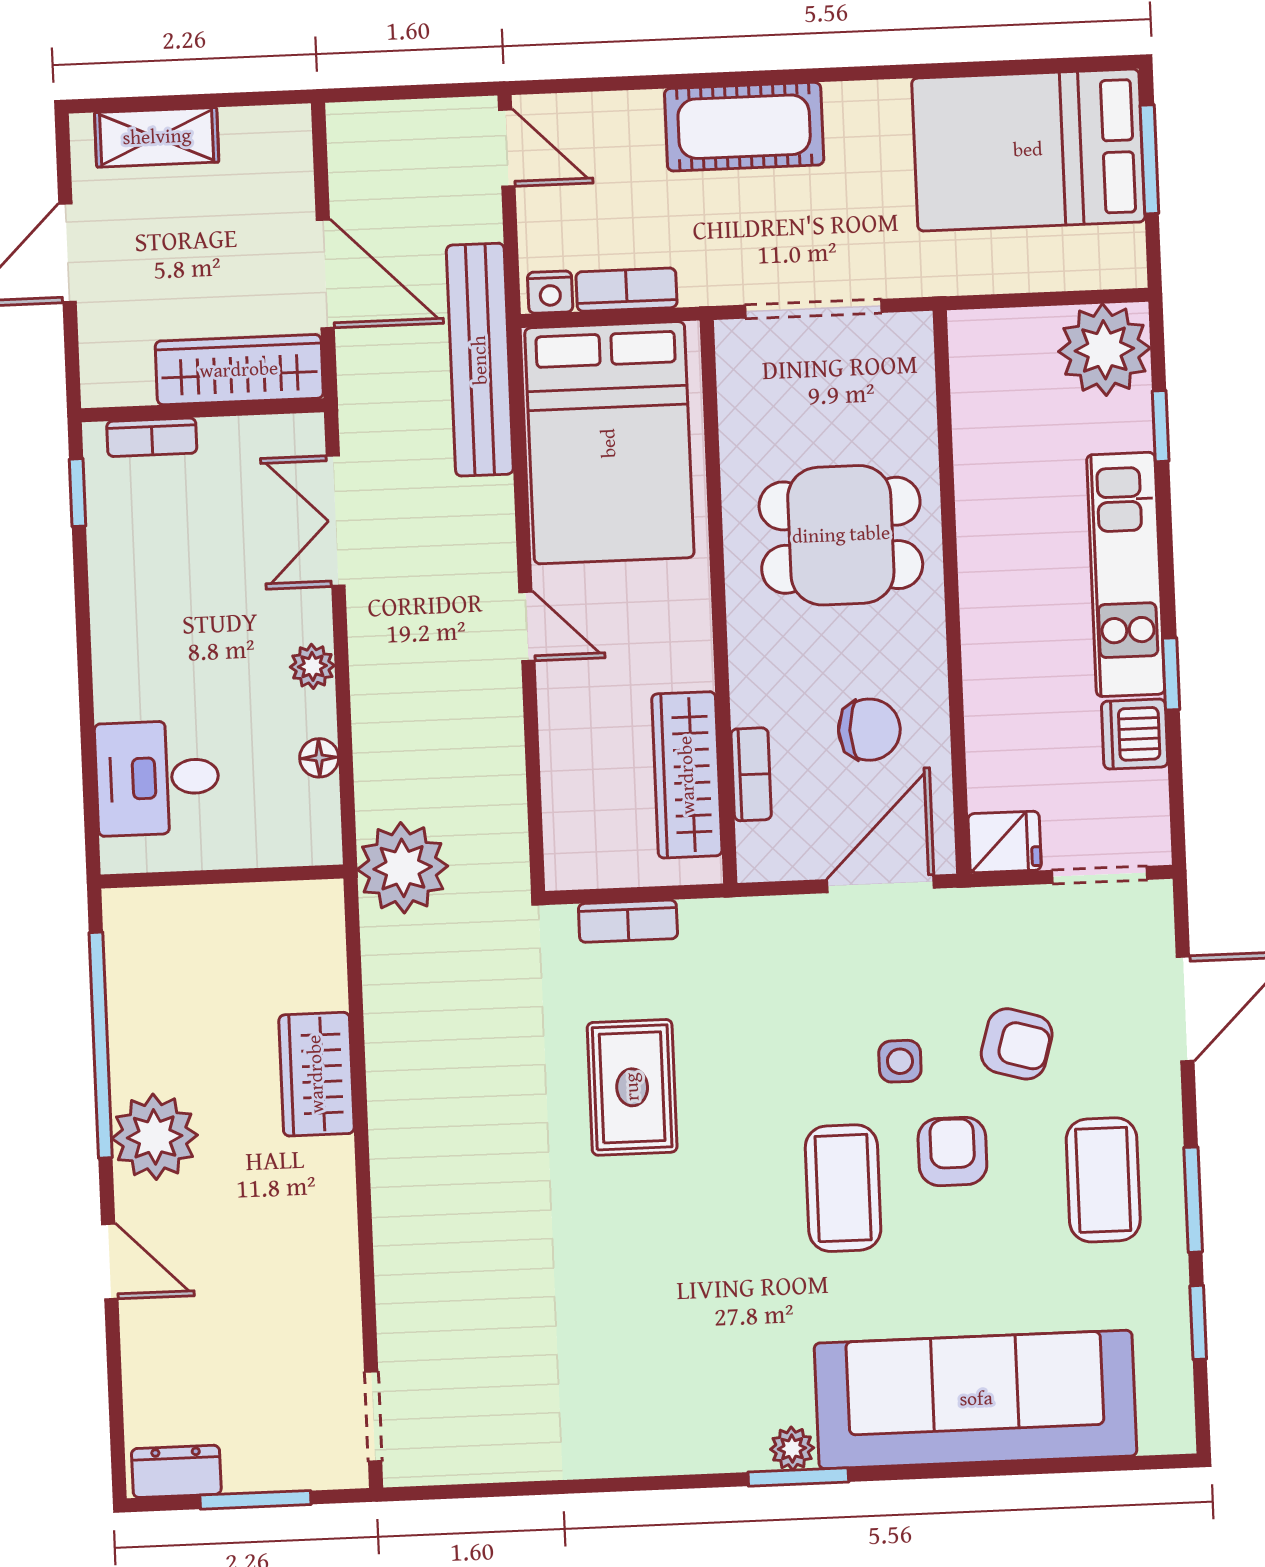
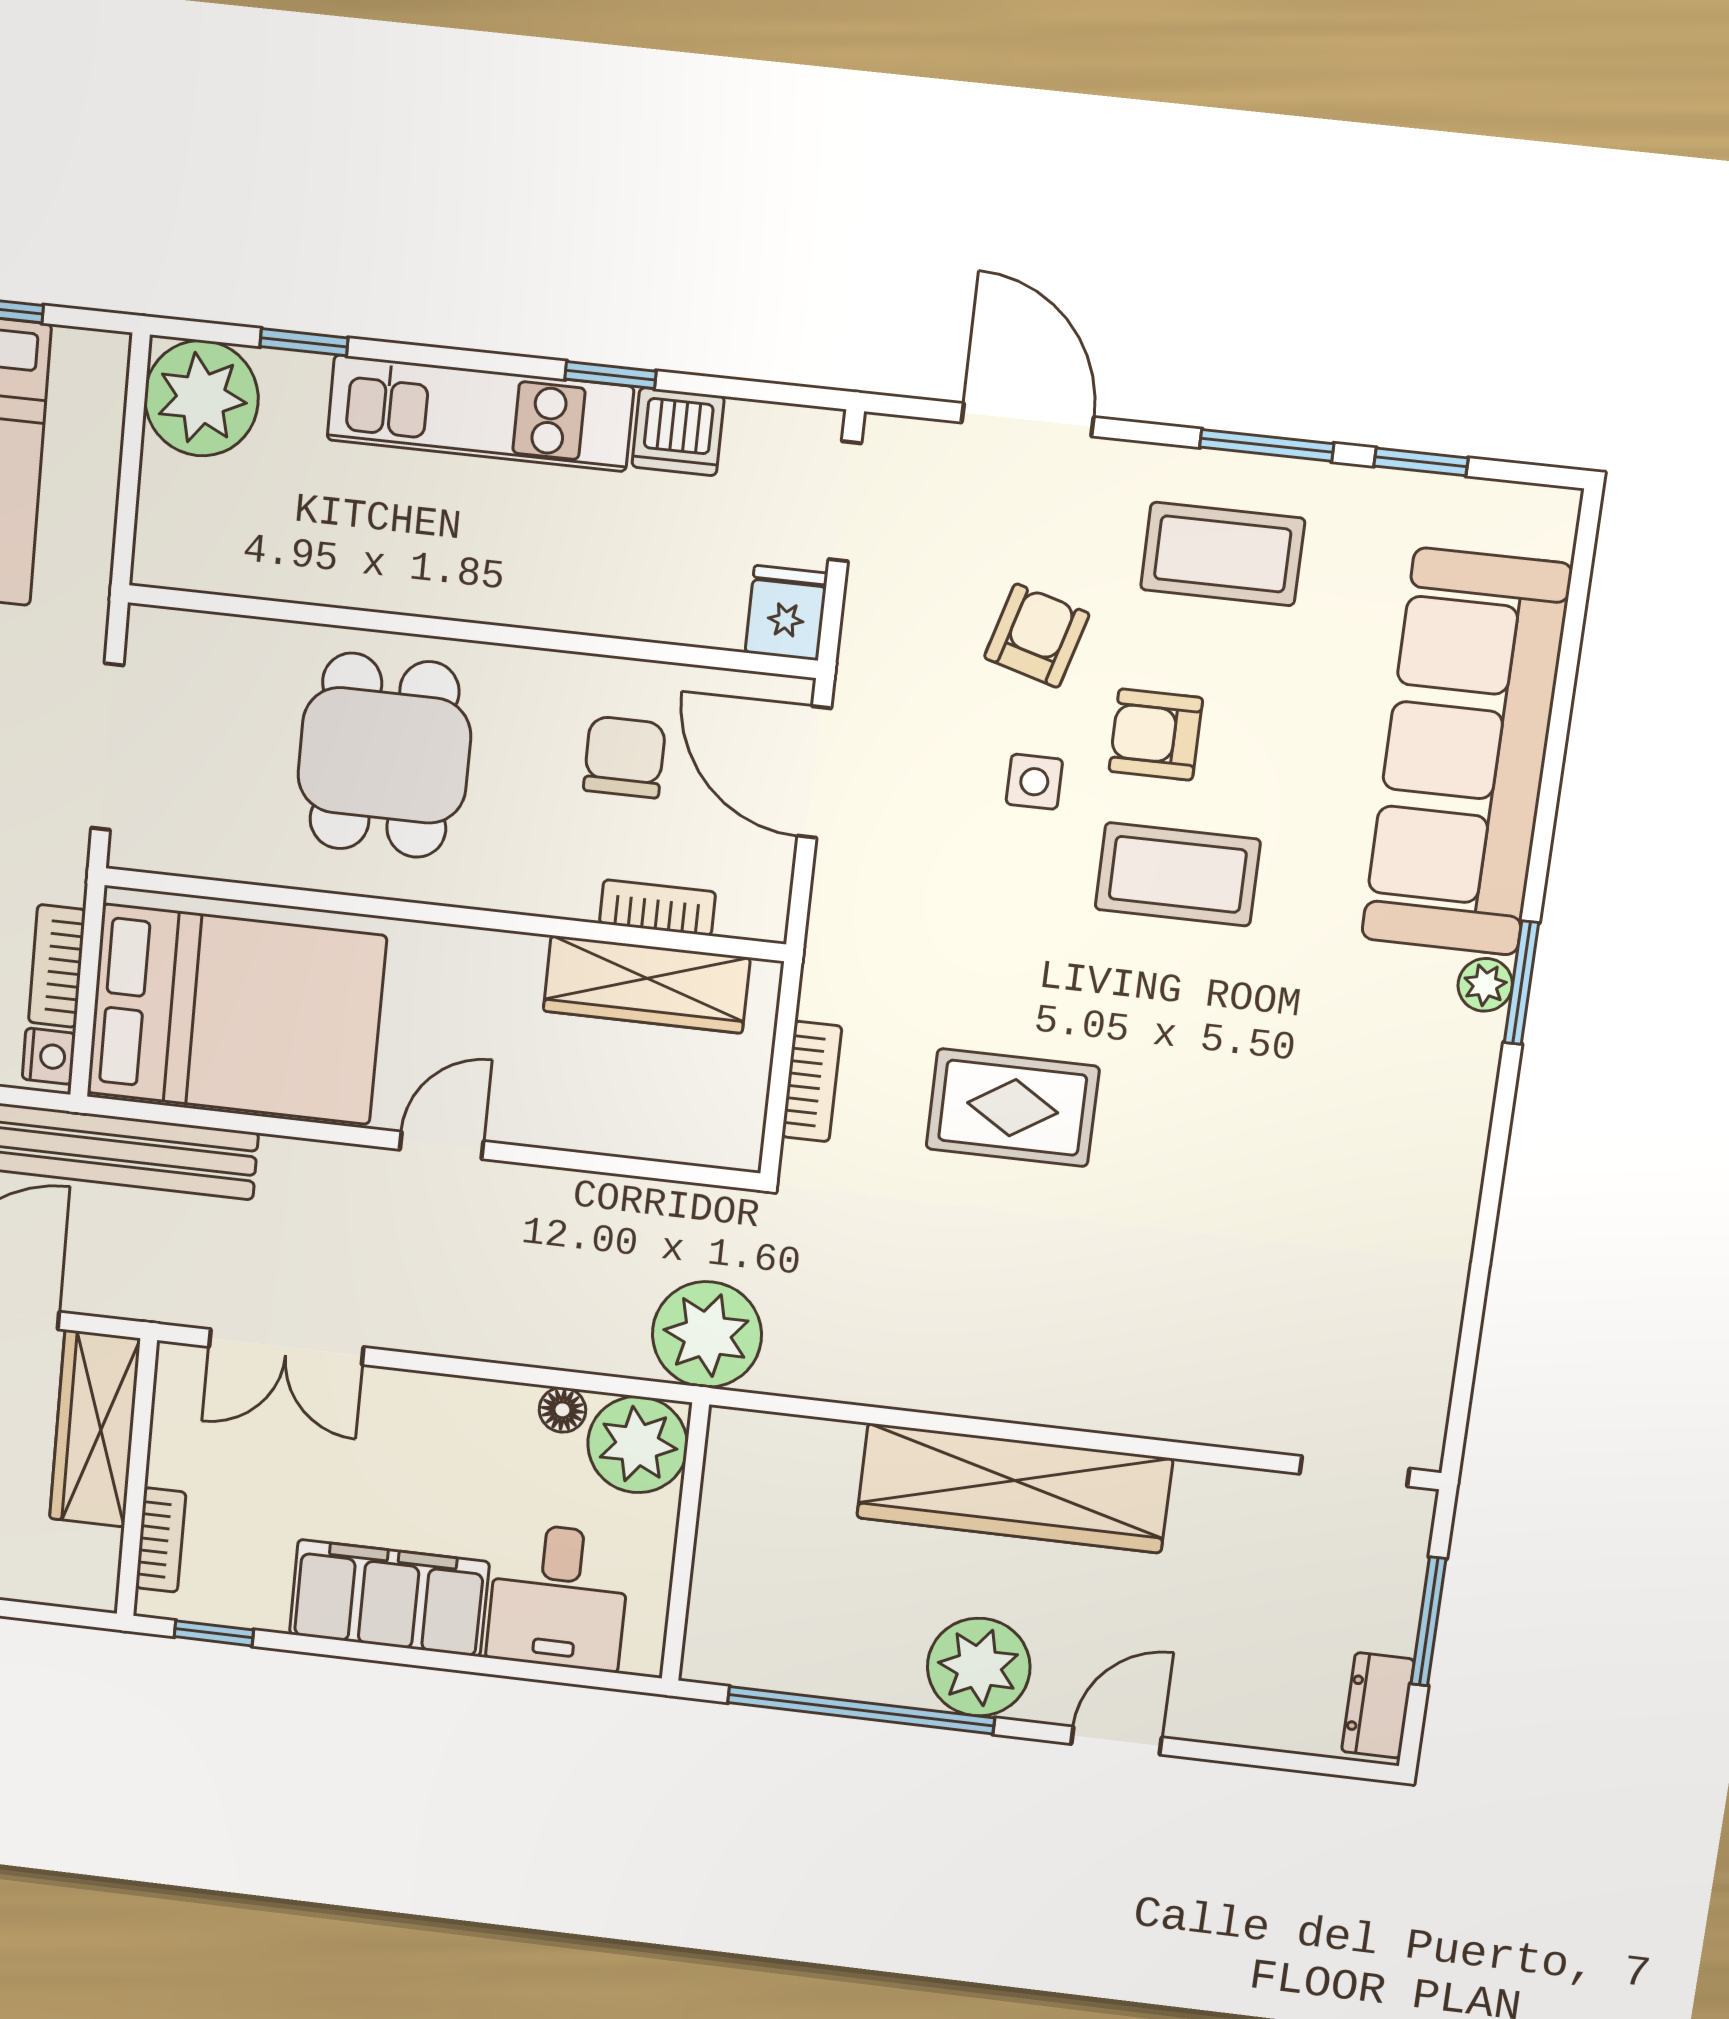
filing cabinet: (133, 636) -> (389, 1598), added
plant: (312, 666) -> (638, 1445), moved, width x1.88, depth x1.88
wardrobe: (316, 1074) -> (1015, 1488), width x2.10, depth x1.17

